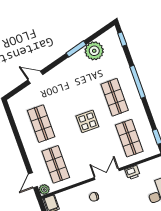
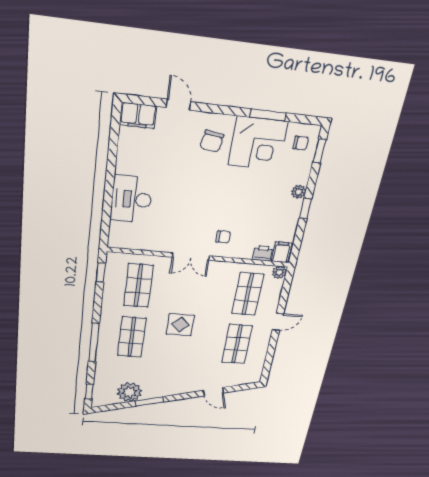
printer: (133, 173) -> (263, 253), moved
door: (33, 180) -> (278, 322), moved

